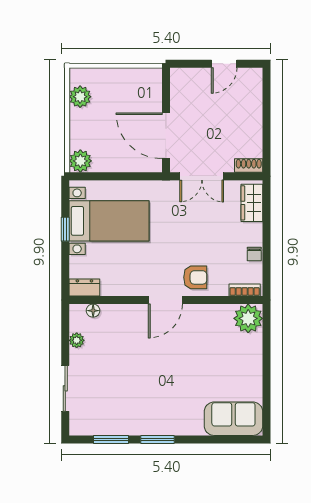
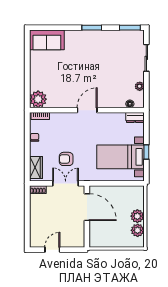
plant: (80, 161) -> (137, 216), moved
armchair: (195, 277) -> (66, 159), moved
window: (111, 439) -> (130, 28), moved

